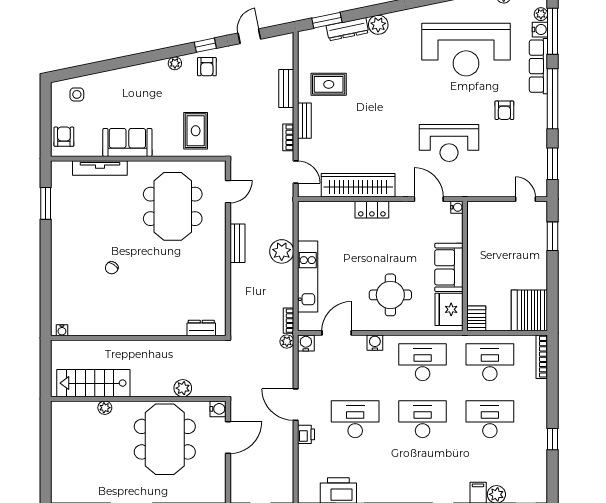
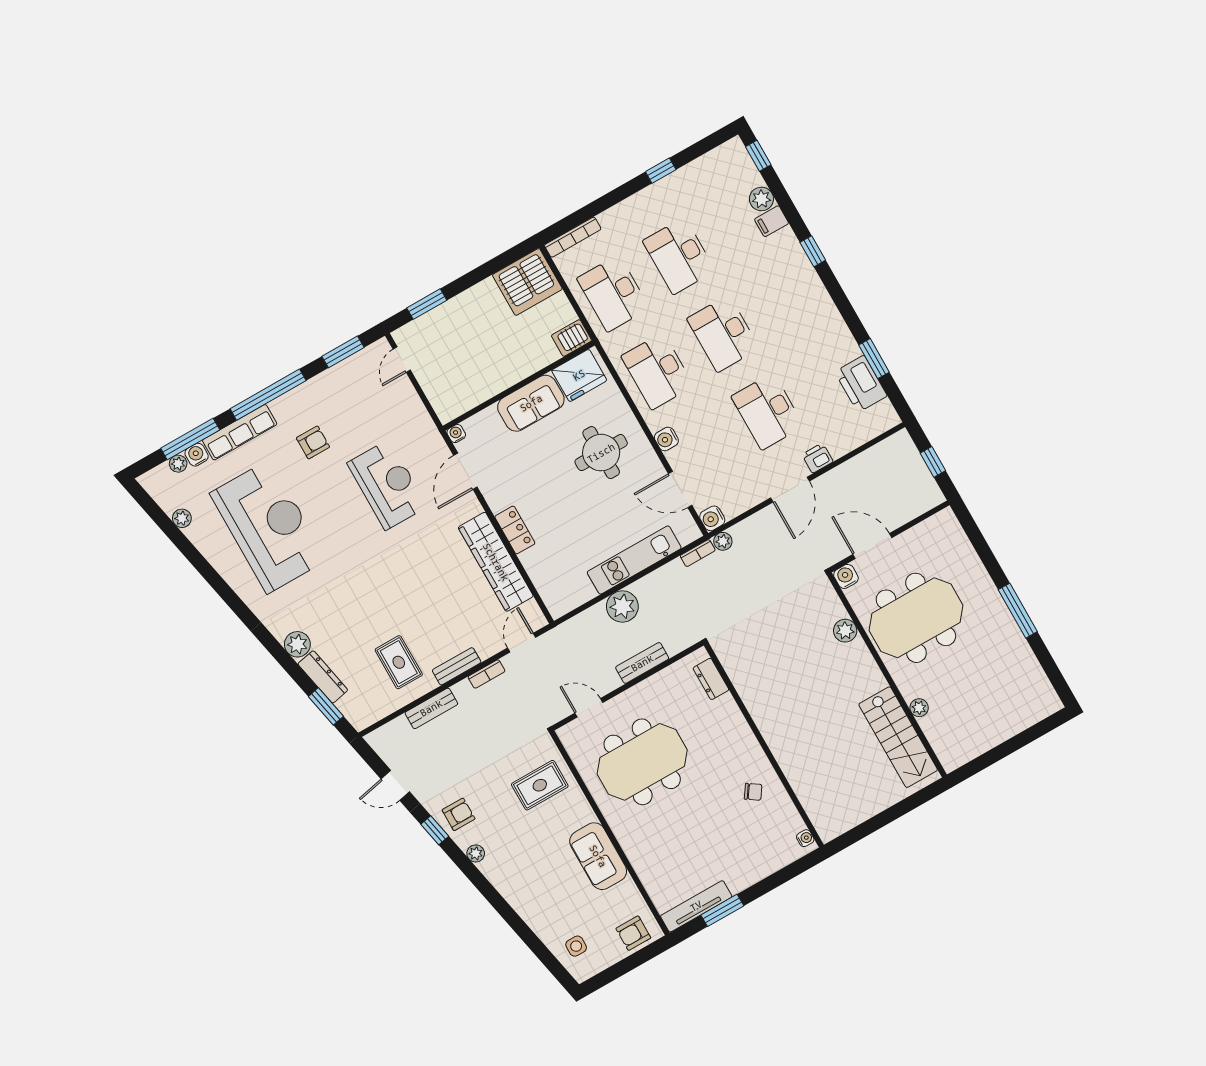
tv unit: (100, 168) -> (696, 906), moved, turned -90
dresser: (201, 328) -> (711, 679), moved
water cooler: (62, 330) -> (805, 838), moved
wall: (138, 338) -> (764, 745), moved

